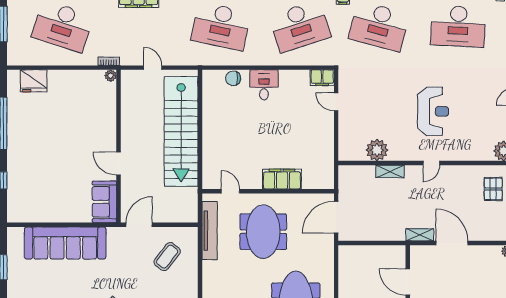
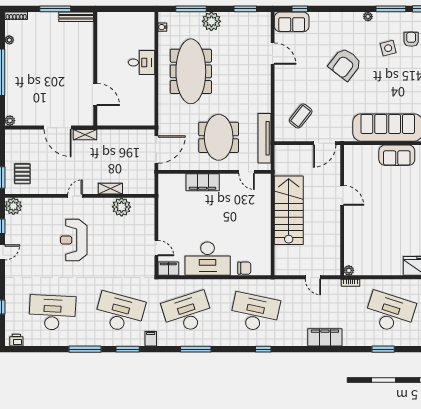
desk: (264, 85) -> (208, 259), width x1.87, depth x1.30
stairs: (181, 131) -> (289, 210), width x0.73
sofa: (104, 202) -> (397, 155), moved, turned 90

